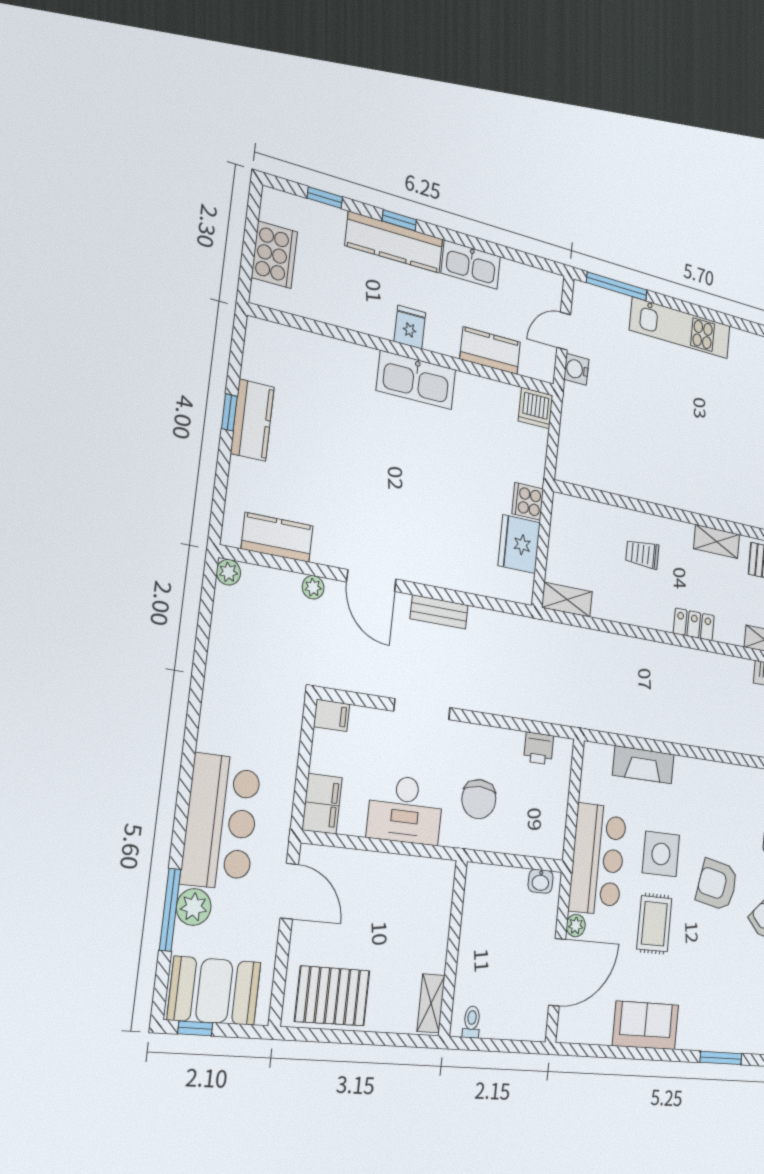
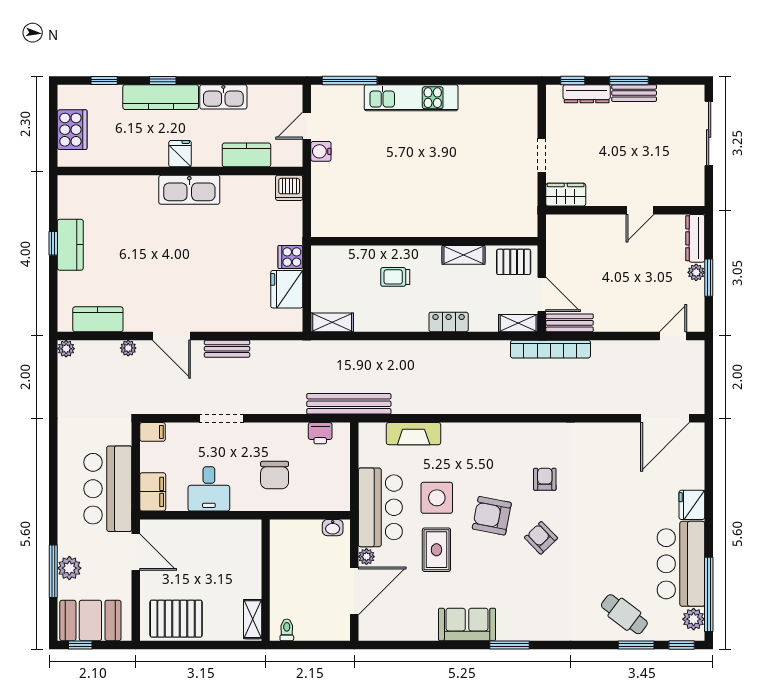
bench: (575, 713) -> (349, 404), added
desk: (405, 810) -> (209, 489), width x0.73
bar counter: (221, 822) -> (108, 489), moved, turned 180
sofa: (646, 1025) -> (467, 624), moved

